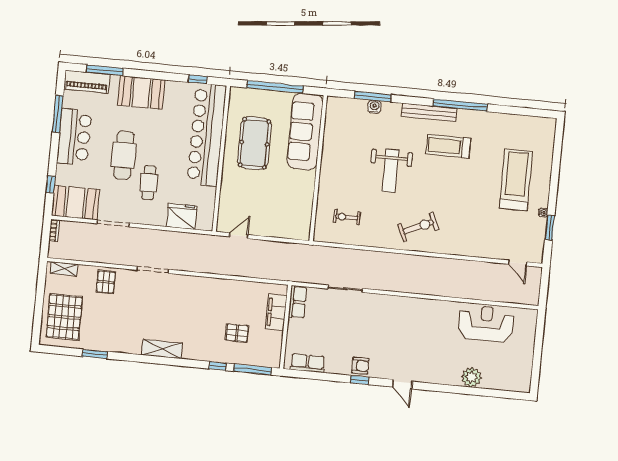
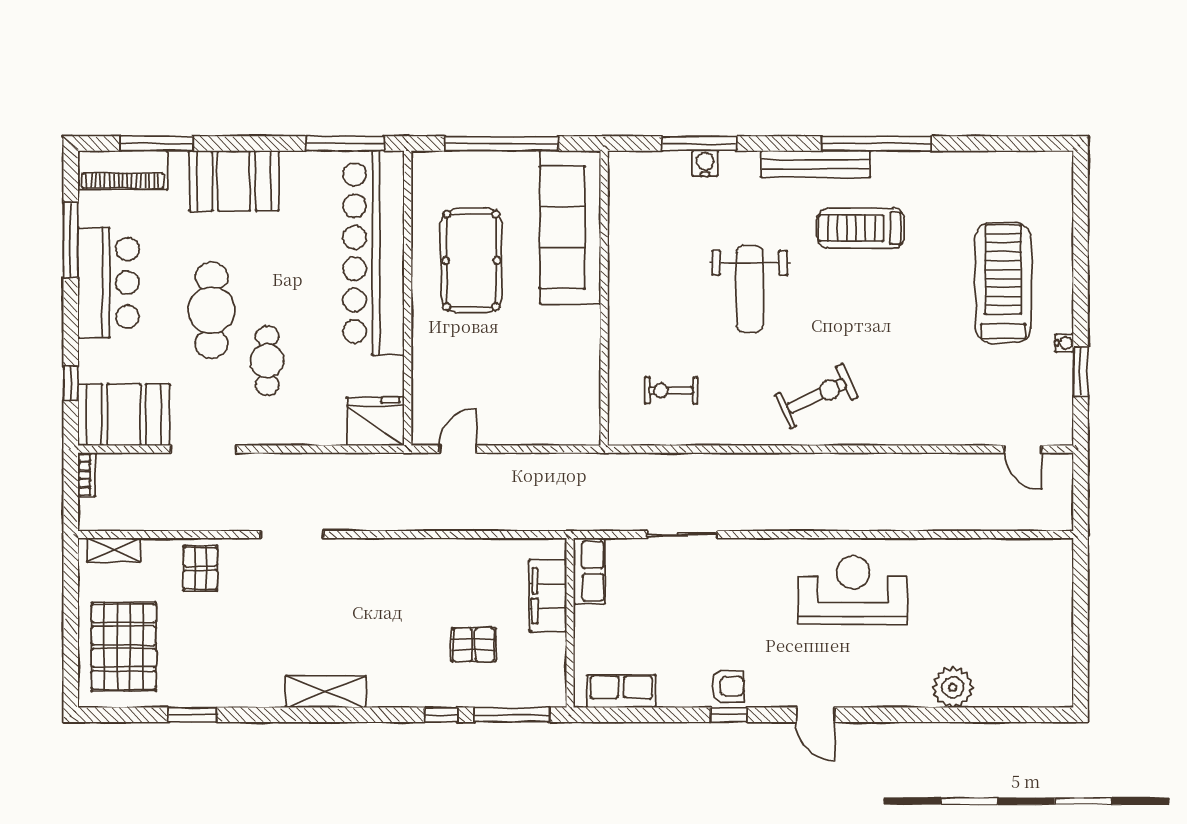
window: (198, 79) -> (345, 144), width x2.17
fridge: (182, 216) -> (375, 421), moved
reception desk: (486, 324) -> (853, 590), moved

